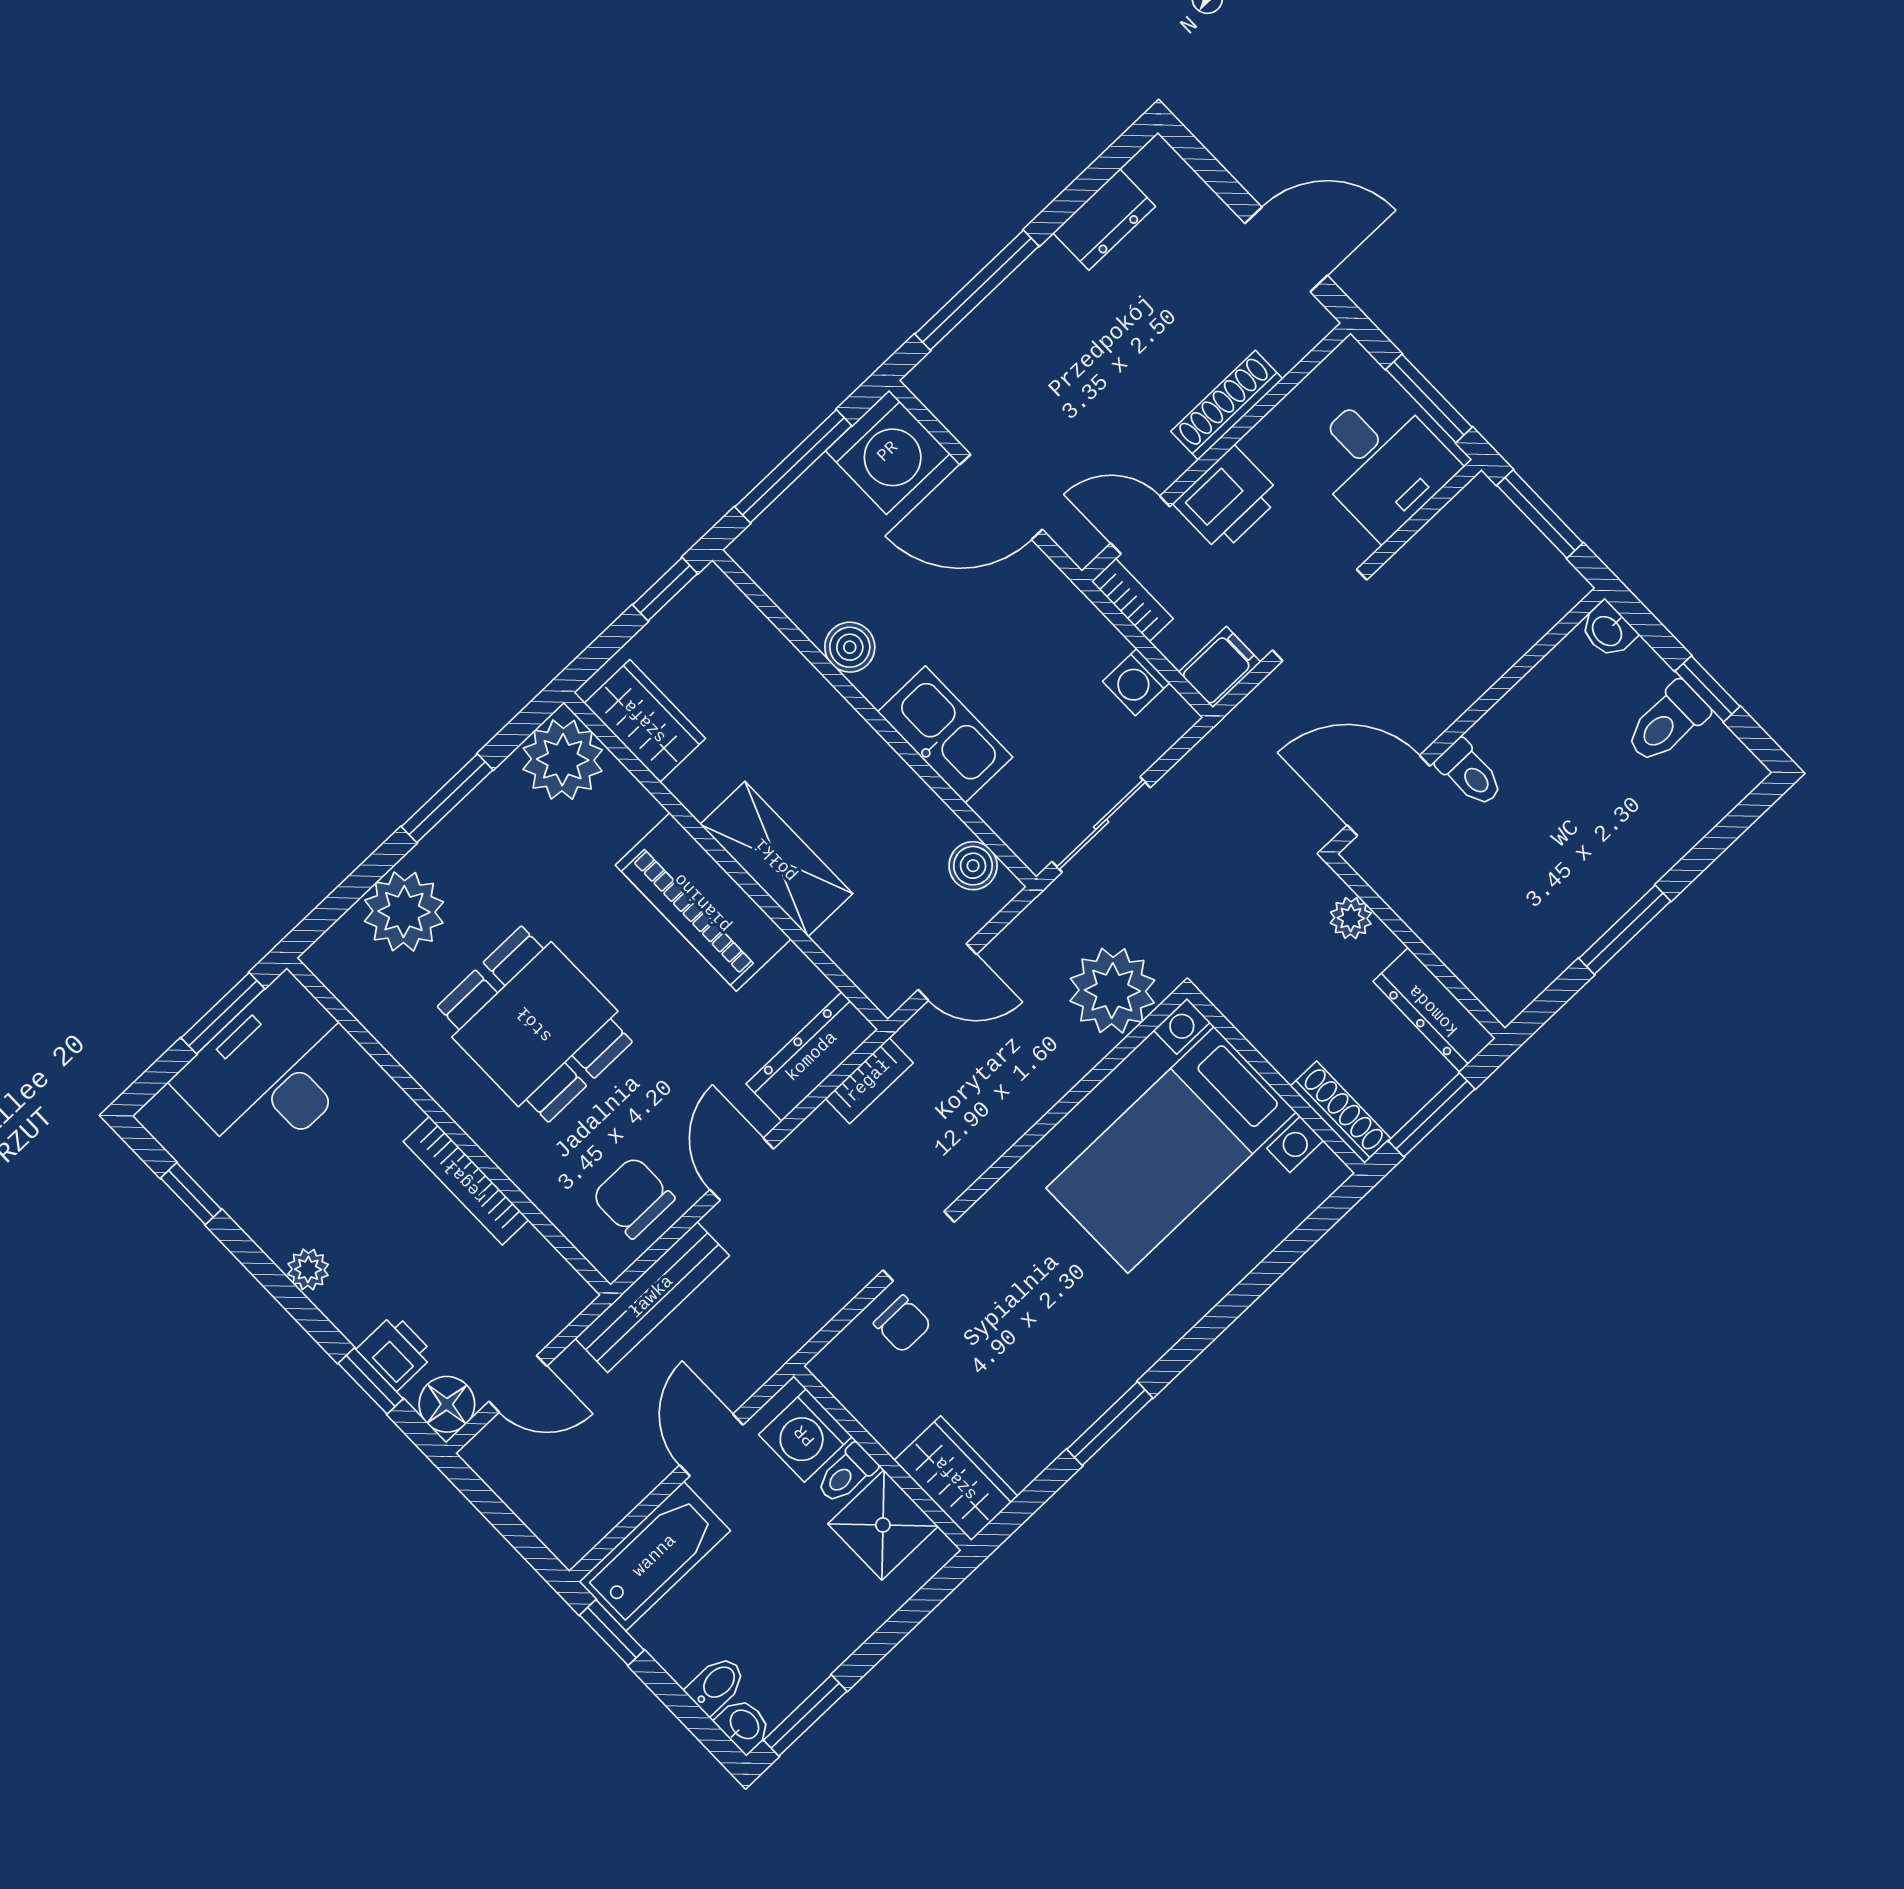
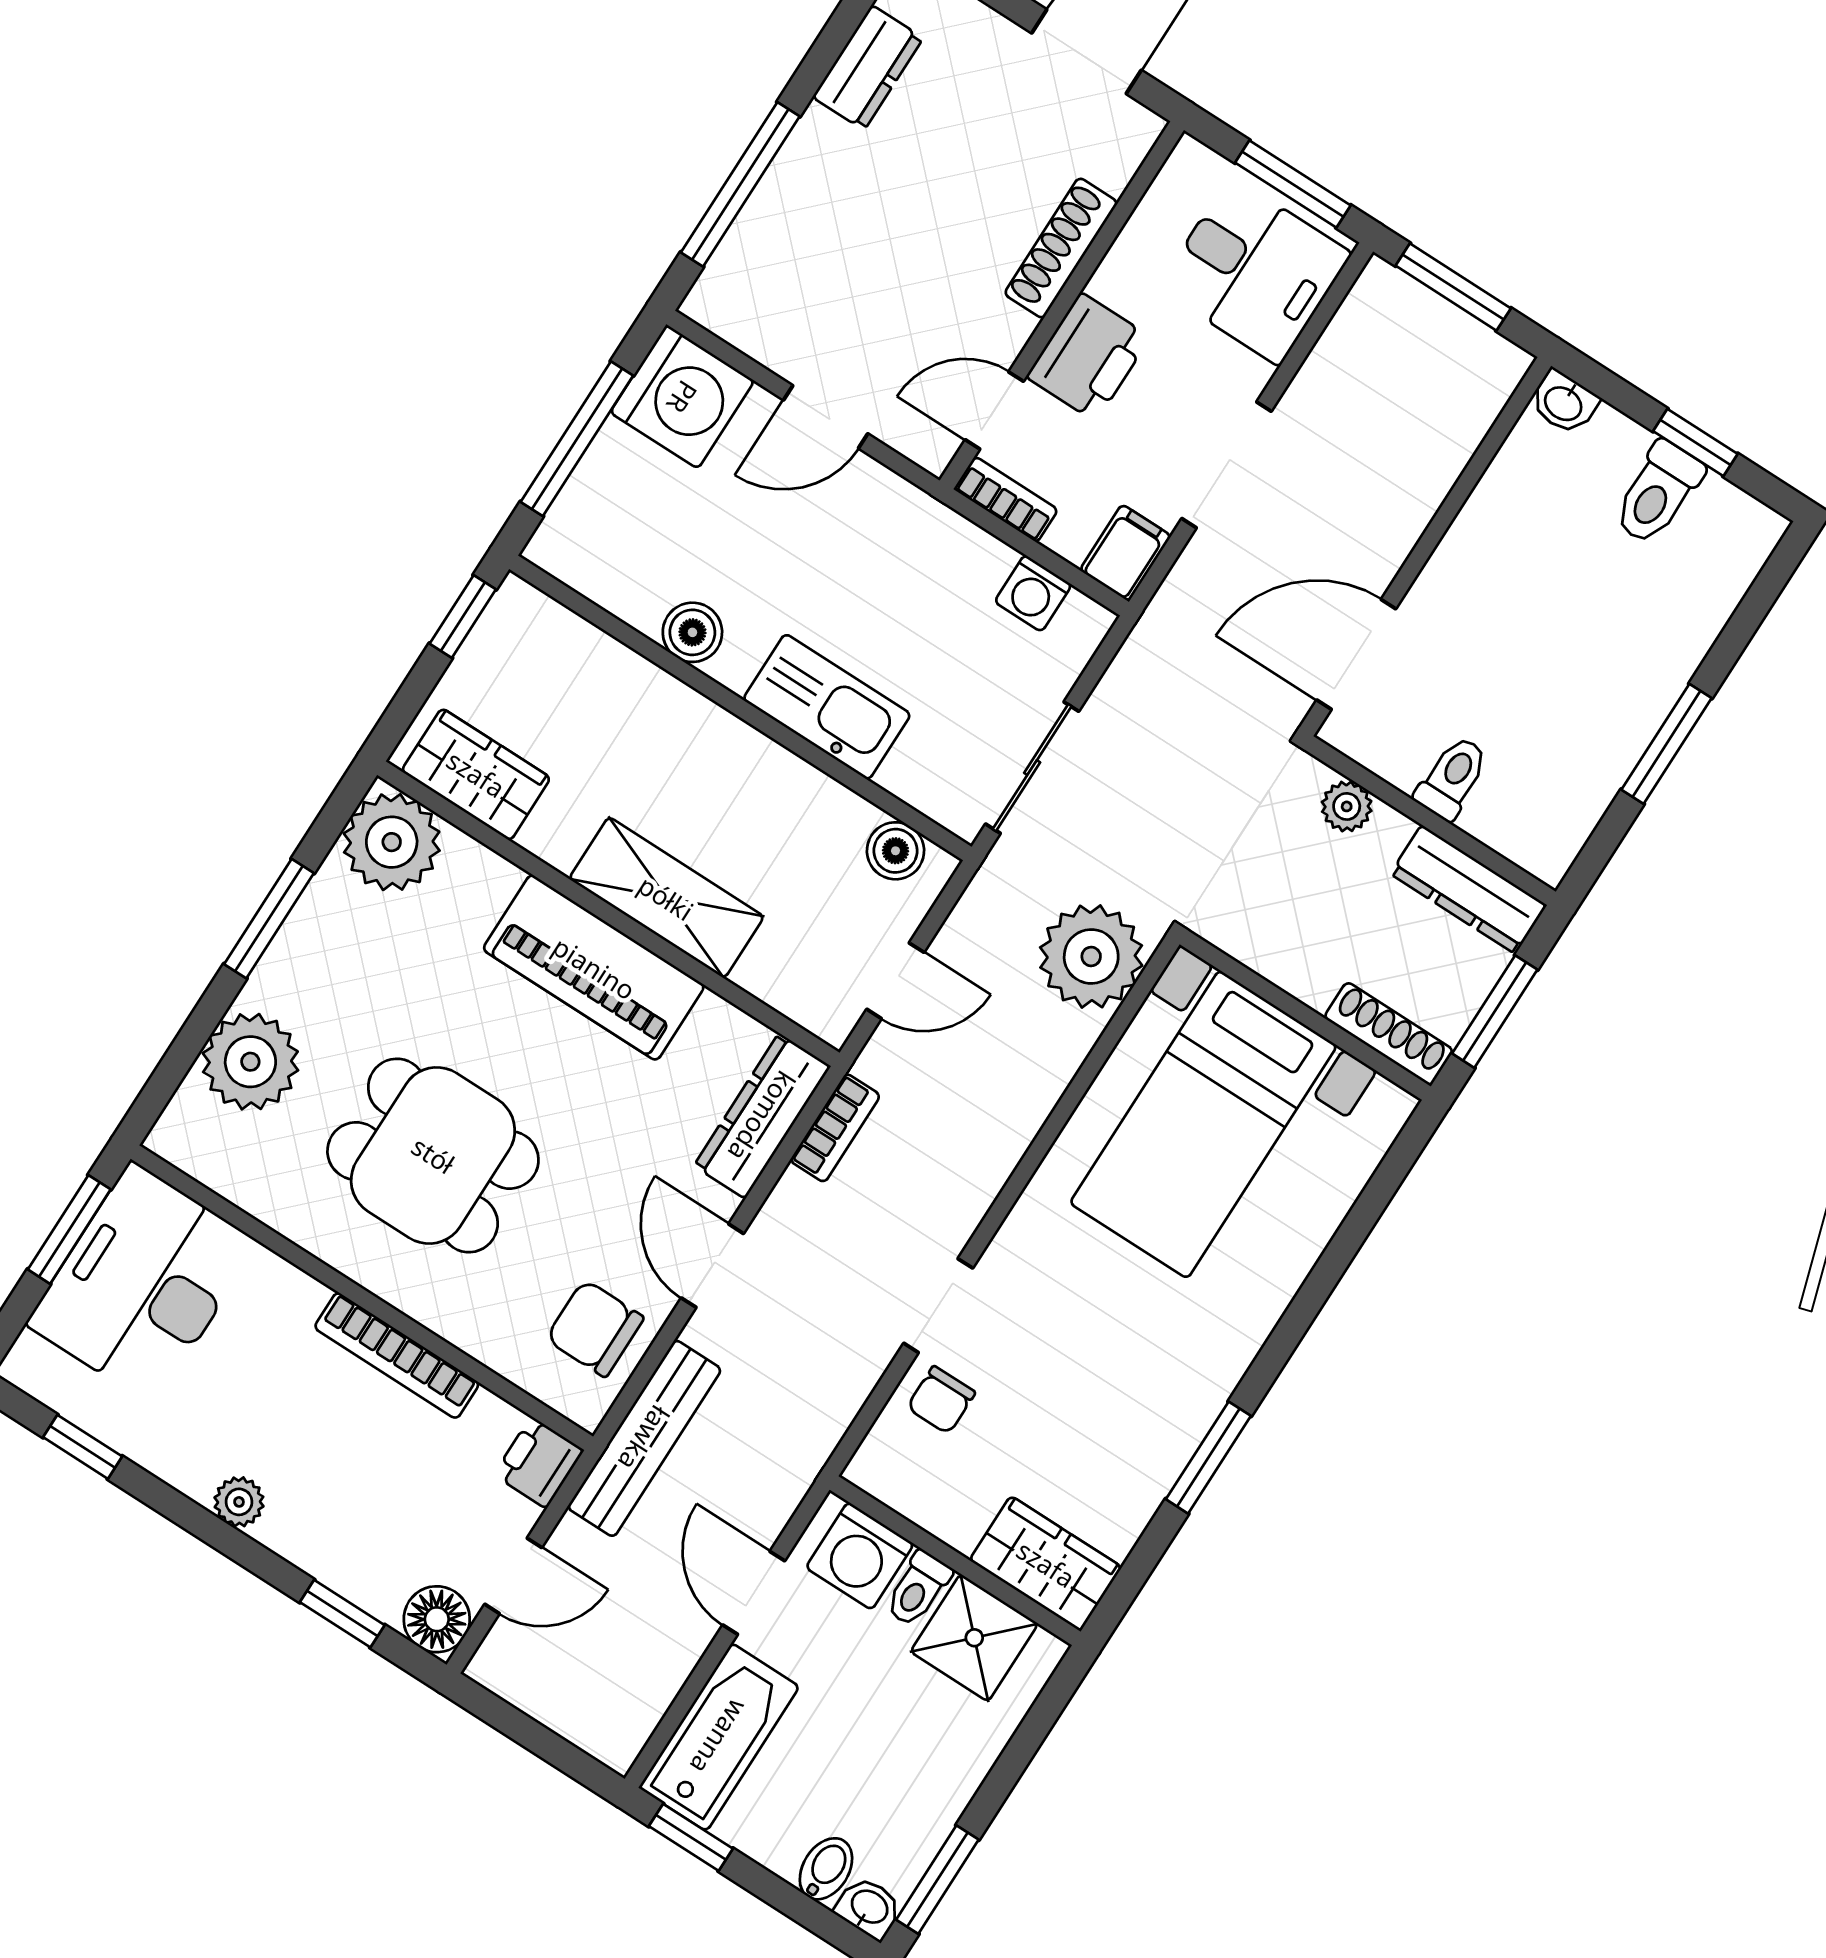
door: (1001, 497) -> (826, 417), width x0.73
toilet: (1470, 773) -> (1452, 778), moved, turned -90
chair: (902, 1324) -> (941, 1400), turned 90
printer: (395, 1352) -> (539, 1463), moved, turned -90

